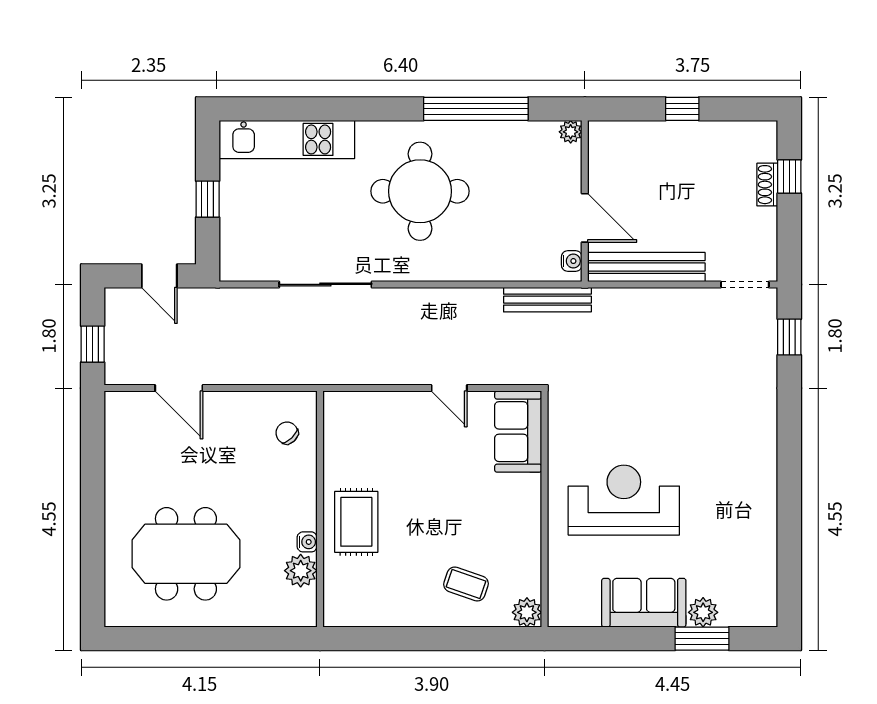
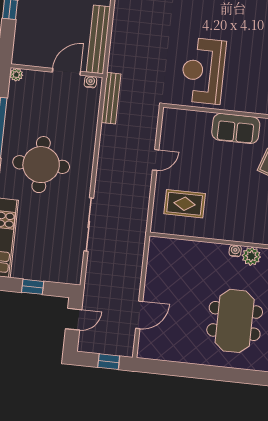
sofa: (518, 432) -> (236, 128), moved
chair: (287, 433) -> (172, 256), removed
reception desk: (624, 500) -> (203, 71), moved
rug: (356, 522) -> (185, 204), moved

